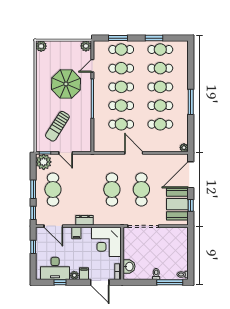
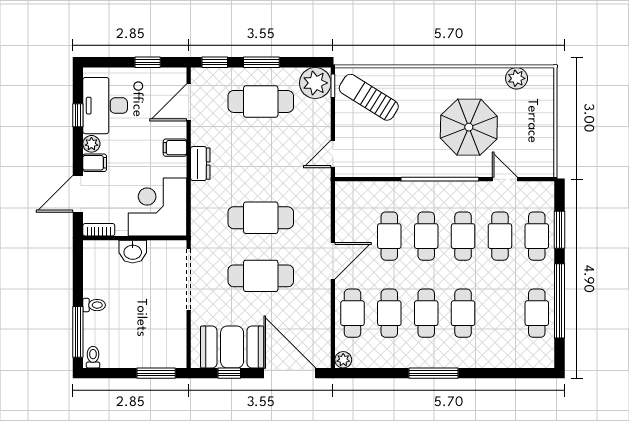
window: (154, 38) -> (559, 301), width x2.11
plant: (41, 46) -> (517, 78), moved
plant: (86, 46) -> (544, 167), removed
cafe table: (160, 68) -> (352, 313), moved
sun lounger: (57, 126) -> (369, 97), moved
door: (66, 153) -> (333, 154), moved
window: (191, 243) -> (156, 373), added
washbasin: (129, 267) -> (133, 252), moved

